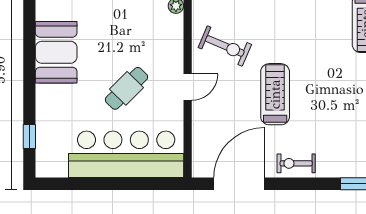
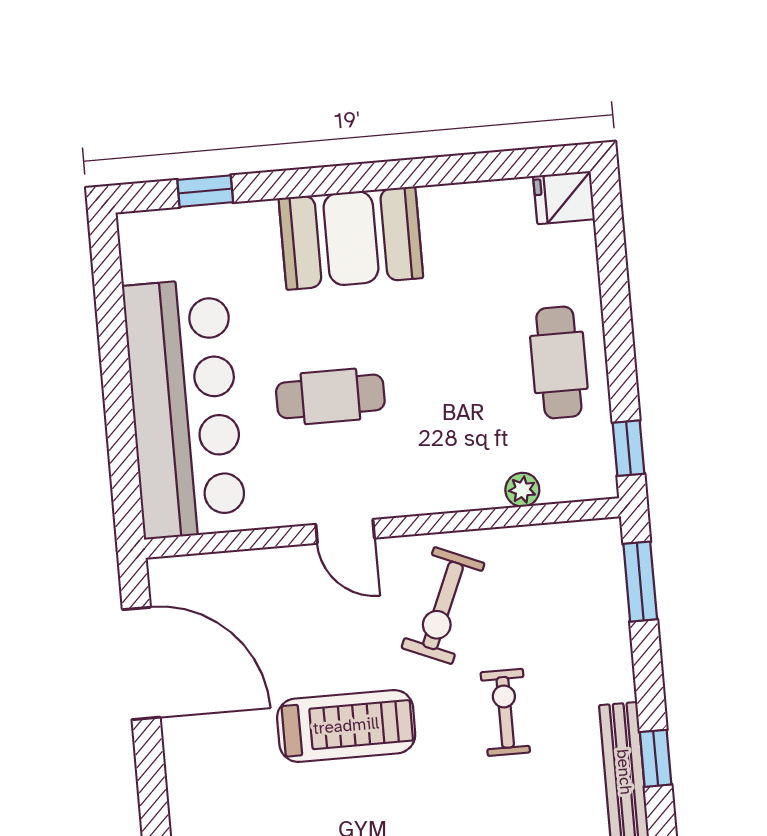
booth: (56, 52) -> (351, 238), moved
cafe table: (126, 88) -> (330, 396), turned -45
exercise bike: (296, 163) -> (505, 712), moved

